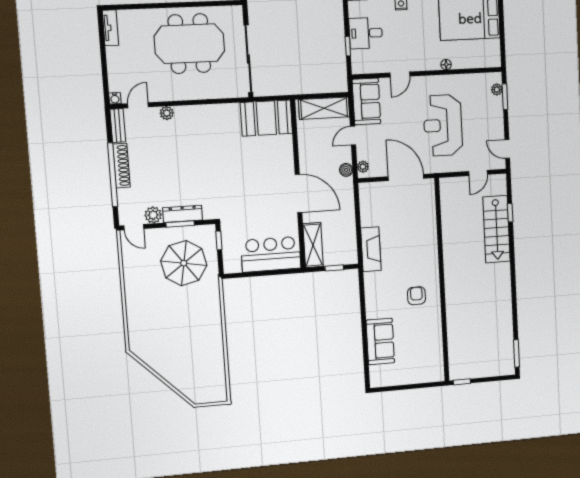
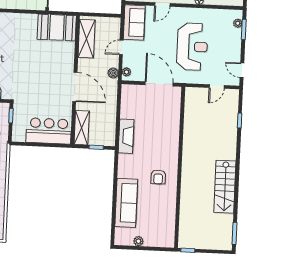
shelving: (324, 108) -> (87, 39), moved, turned 90
reception desk: (443, 125) -> (192, 47), turned 180
stairs: (496, 229) -> (225, 187), moved
armchair: (416, 296) -> (158, 177), turned 180
sofa: (380, 341) -> (126, 203), width x1.36
plant: (400, 379) -> (138, 241), added

